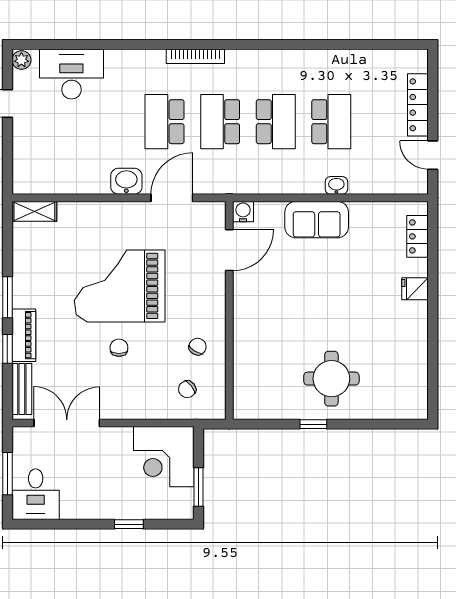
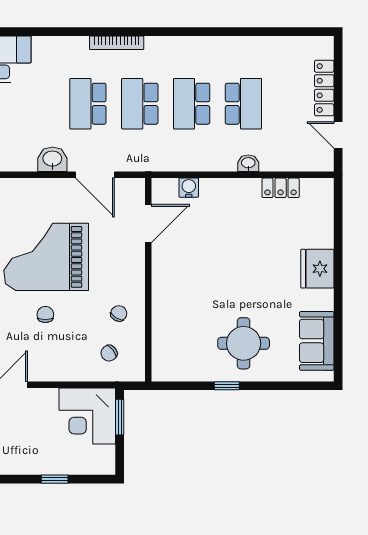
school desk: (276, 122) -> (192, 104), turned 180
door: (172, 198) -> (95, 175), swing flipped
water cooler: (243, 212) -> (189, 188), moved
sofa: (317, 220) -> (317, 341), moved, turned 90
locker: (418, 236) -> (281, 188), moved, turned -90
fridge: (415, 289) -> (317, 269), width x1.88, depth x1.34
window: (199, 487) -> (120, 417), moved

